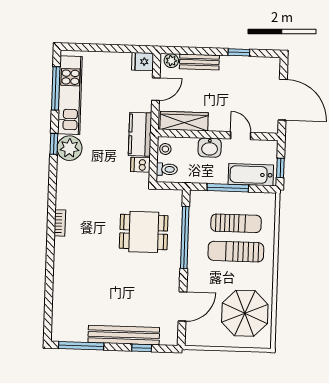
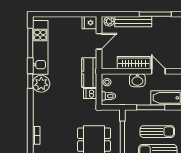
window: (239, 52) -> (155, 14), width x2.17
bench: (199, 62) -> (133, 22), width x1.36
wardrobe: (184, 121) -> (134, 63), moved

